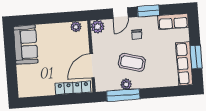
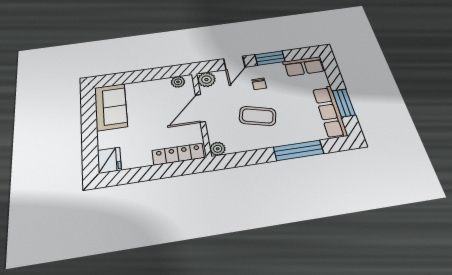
door: (92, 66) -> (200, 108), moved
plant: (126, 84) -> (218, 149), moved
fridge: (26, 88) -> (109, 160), added
window: (123, 95) -> (298, 150), moved

